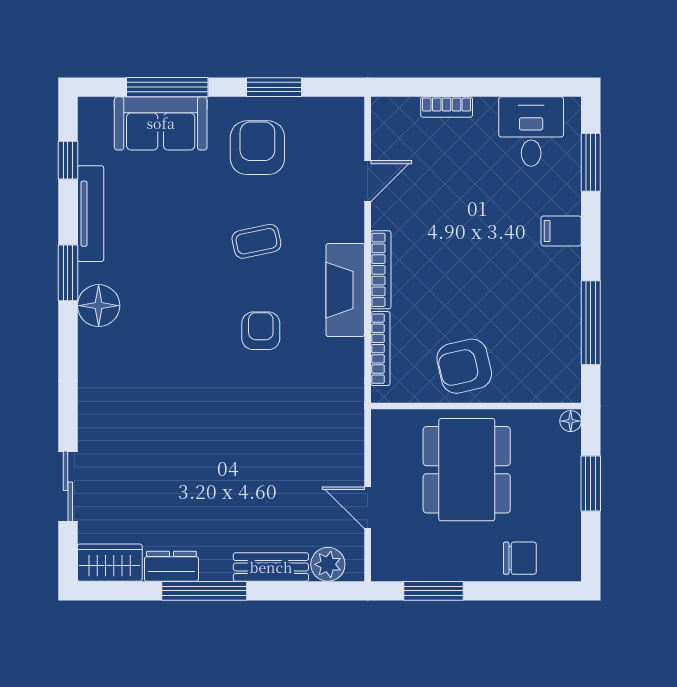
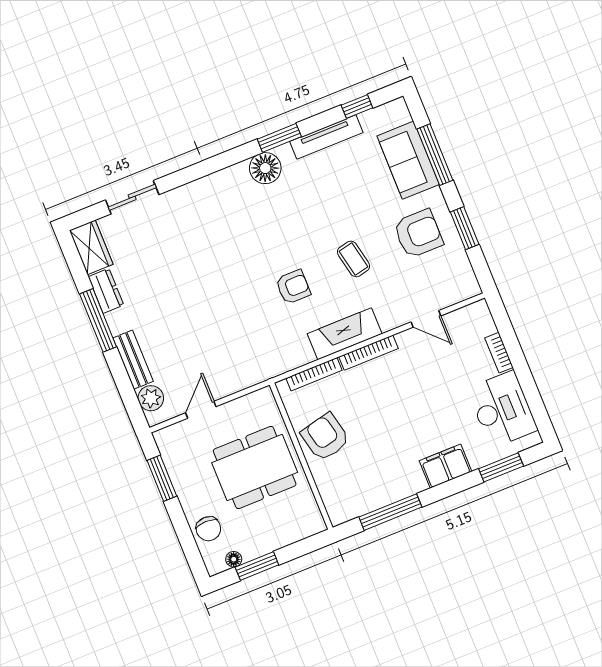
desk: (531, 132) -> (502, 409), width x1.37
filing cabinet: (561, 231) -> (445, 466), width x2.00
floor lamp: (571, 421) -> (234, 559), moved
window: (591, 483) -> (257, 566), moved

